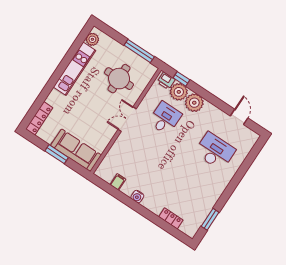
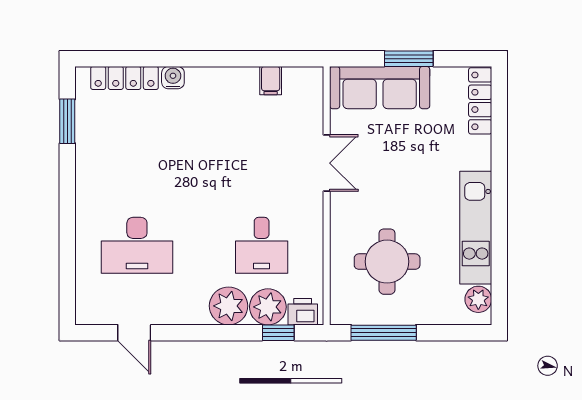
double door: (127, 119) -> (327, 163), moved
water cooler: (137, 197) -> (173, 78), moved
locker: (171, 218) -> (125, 78), width x1.53

